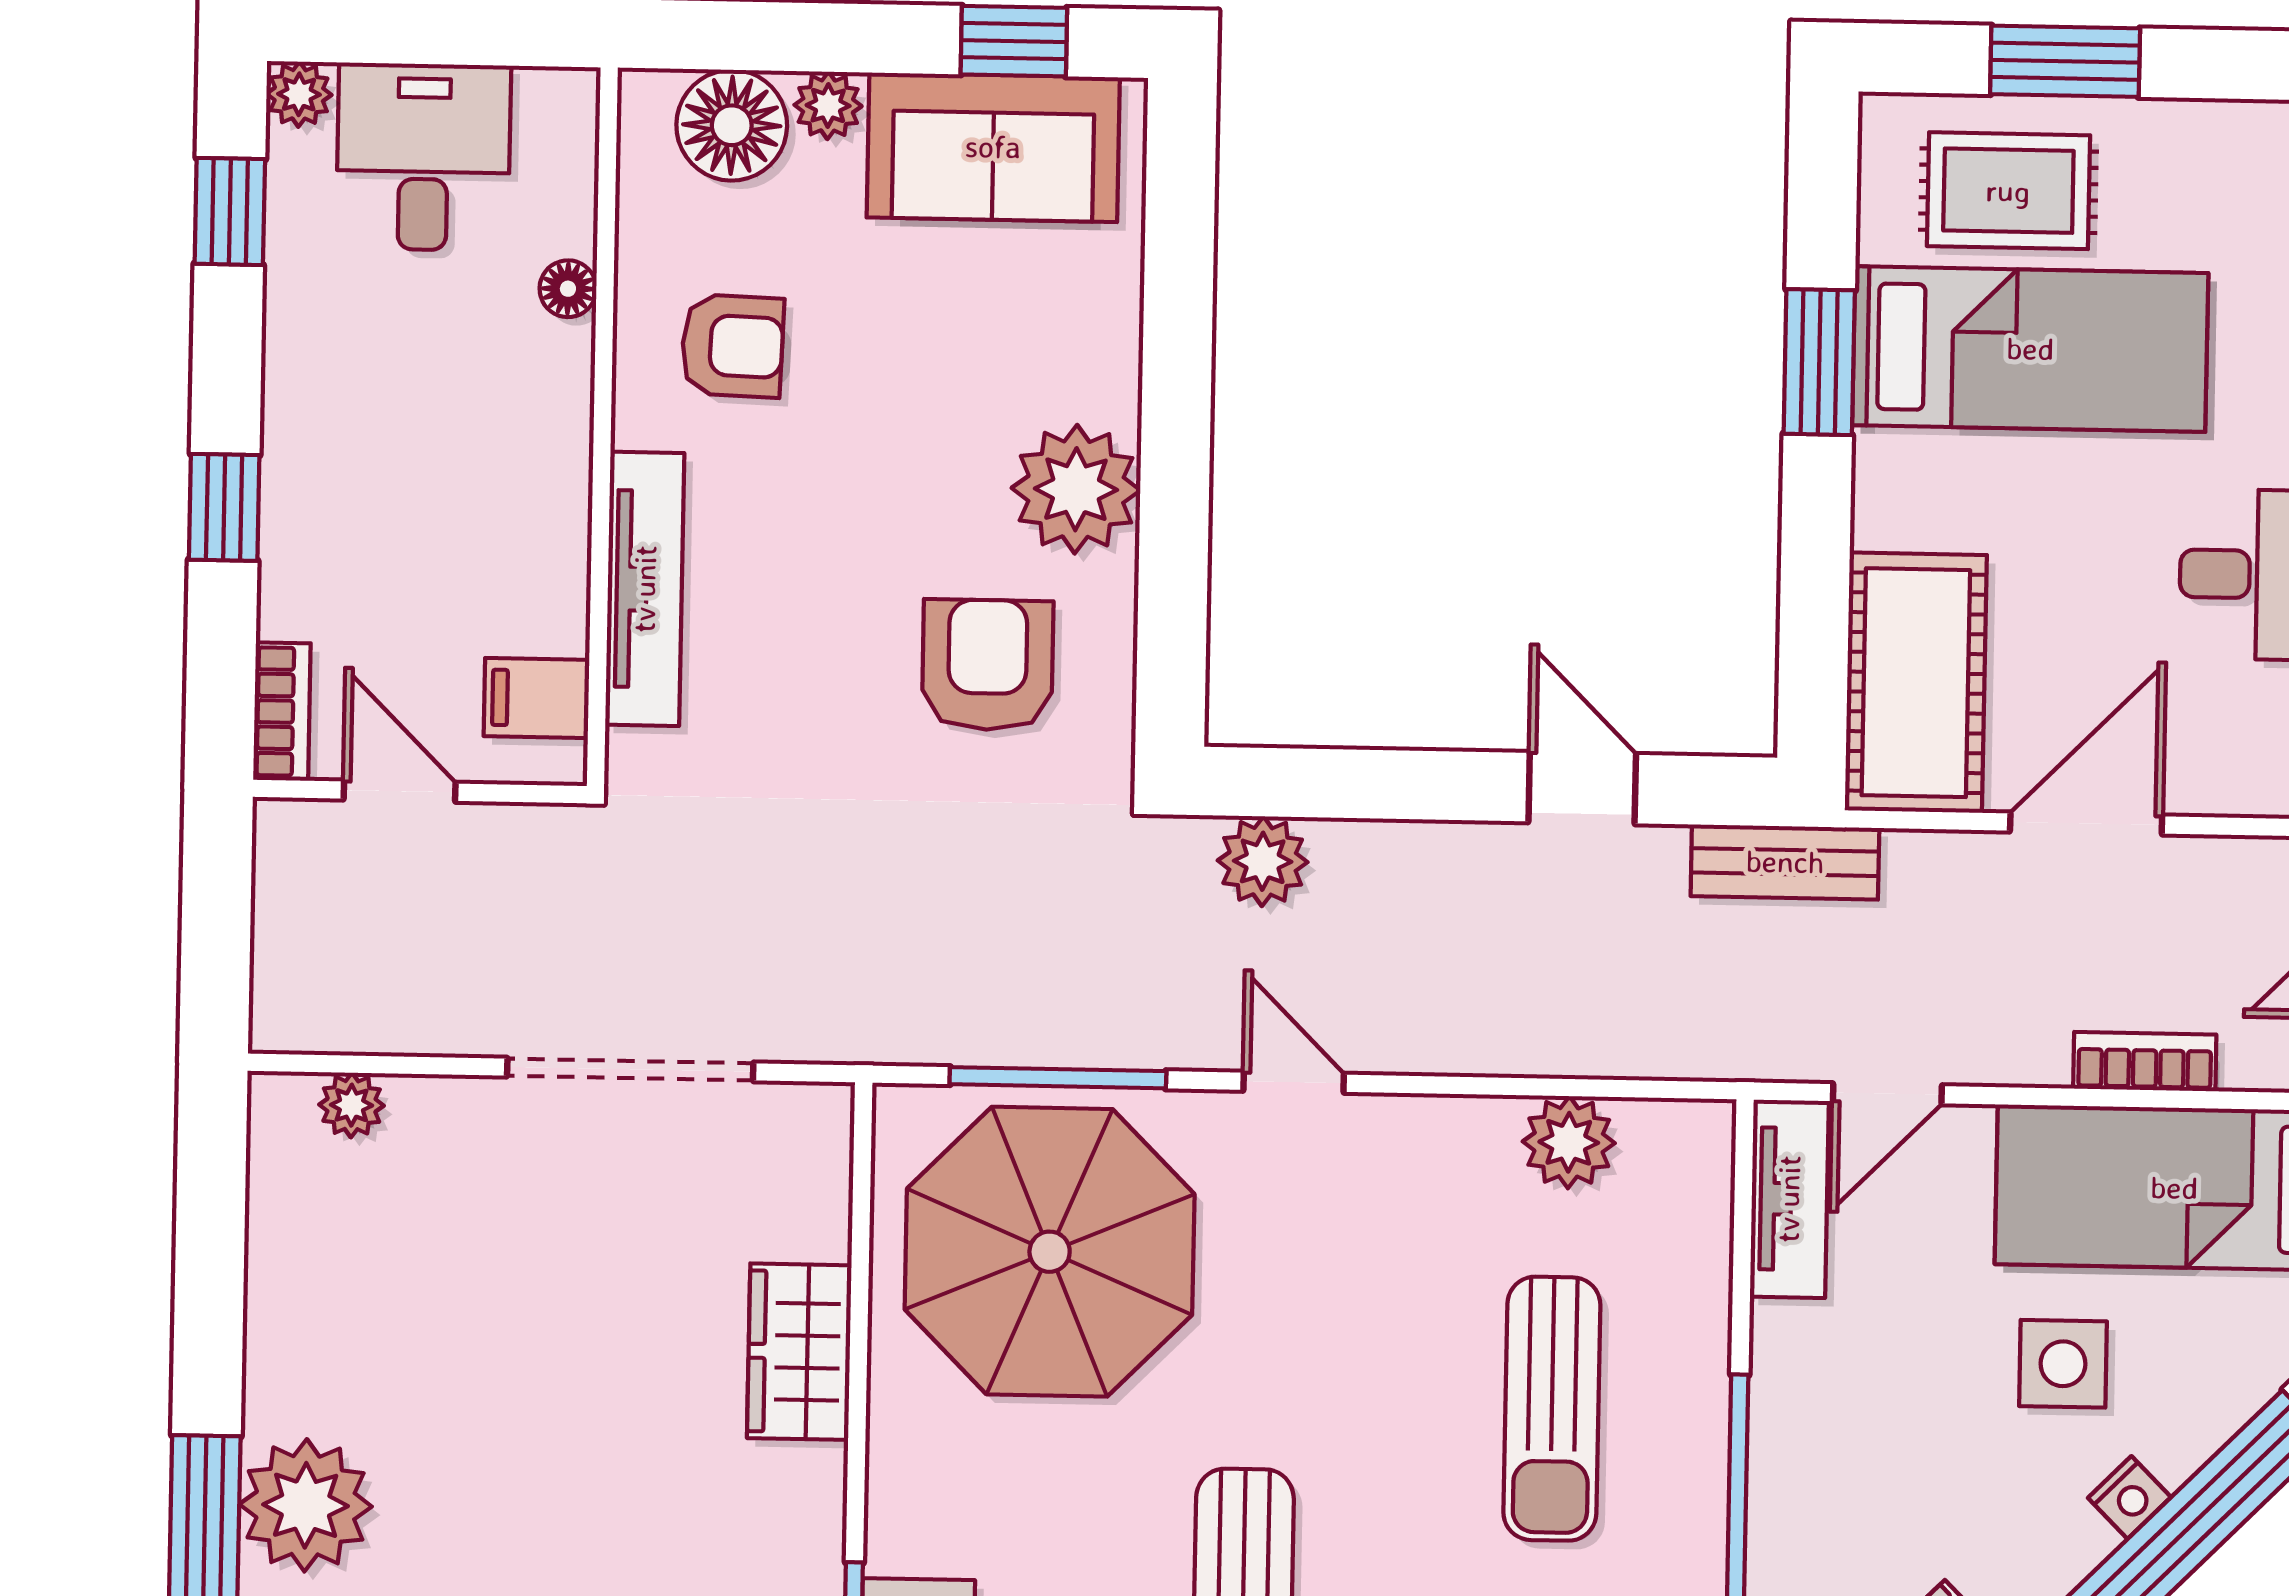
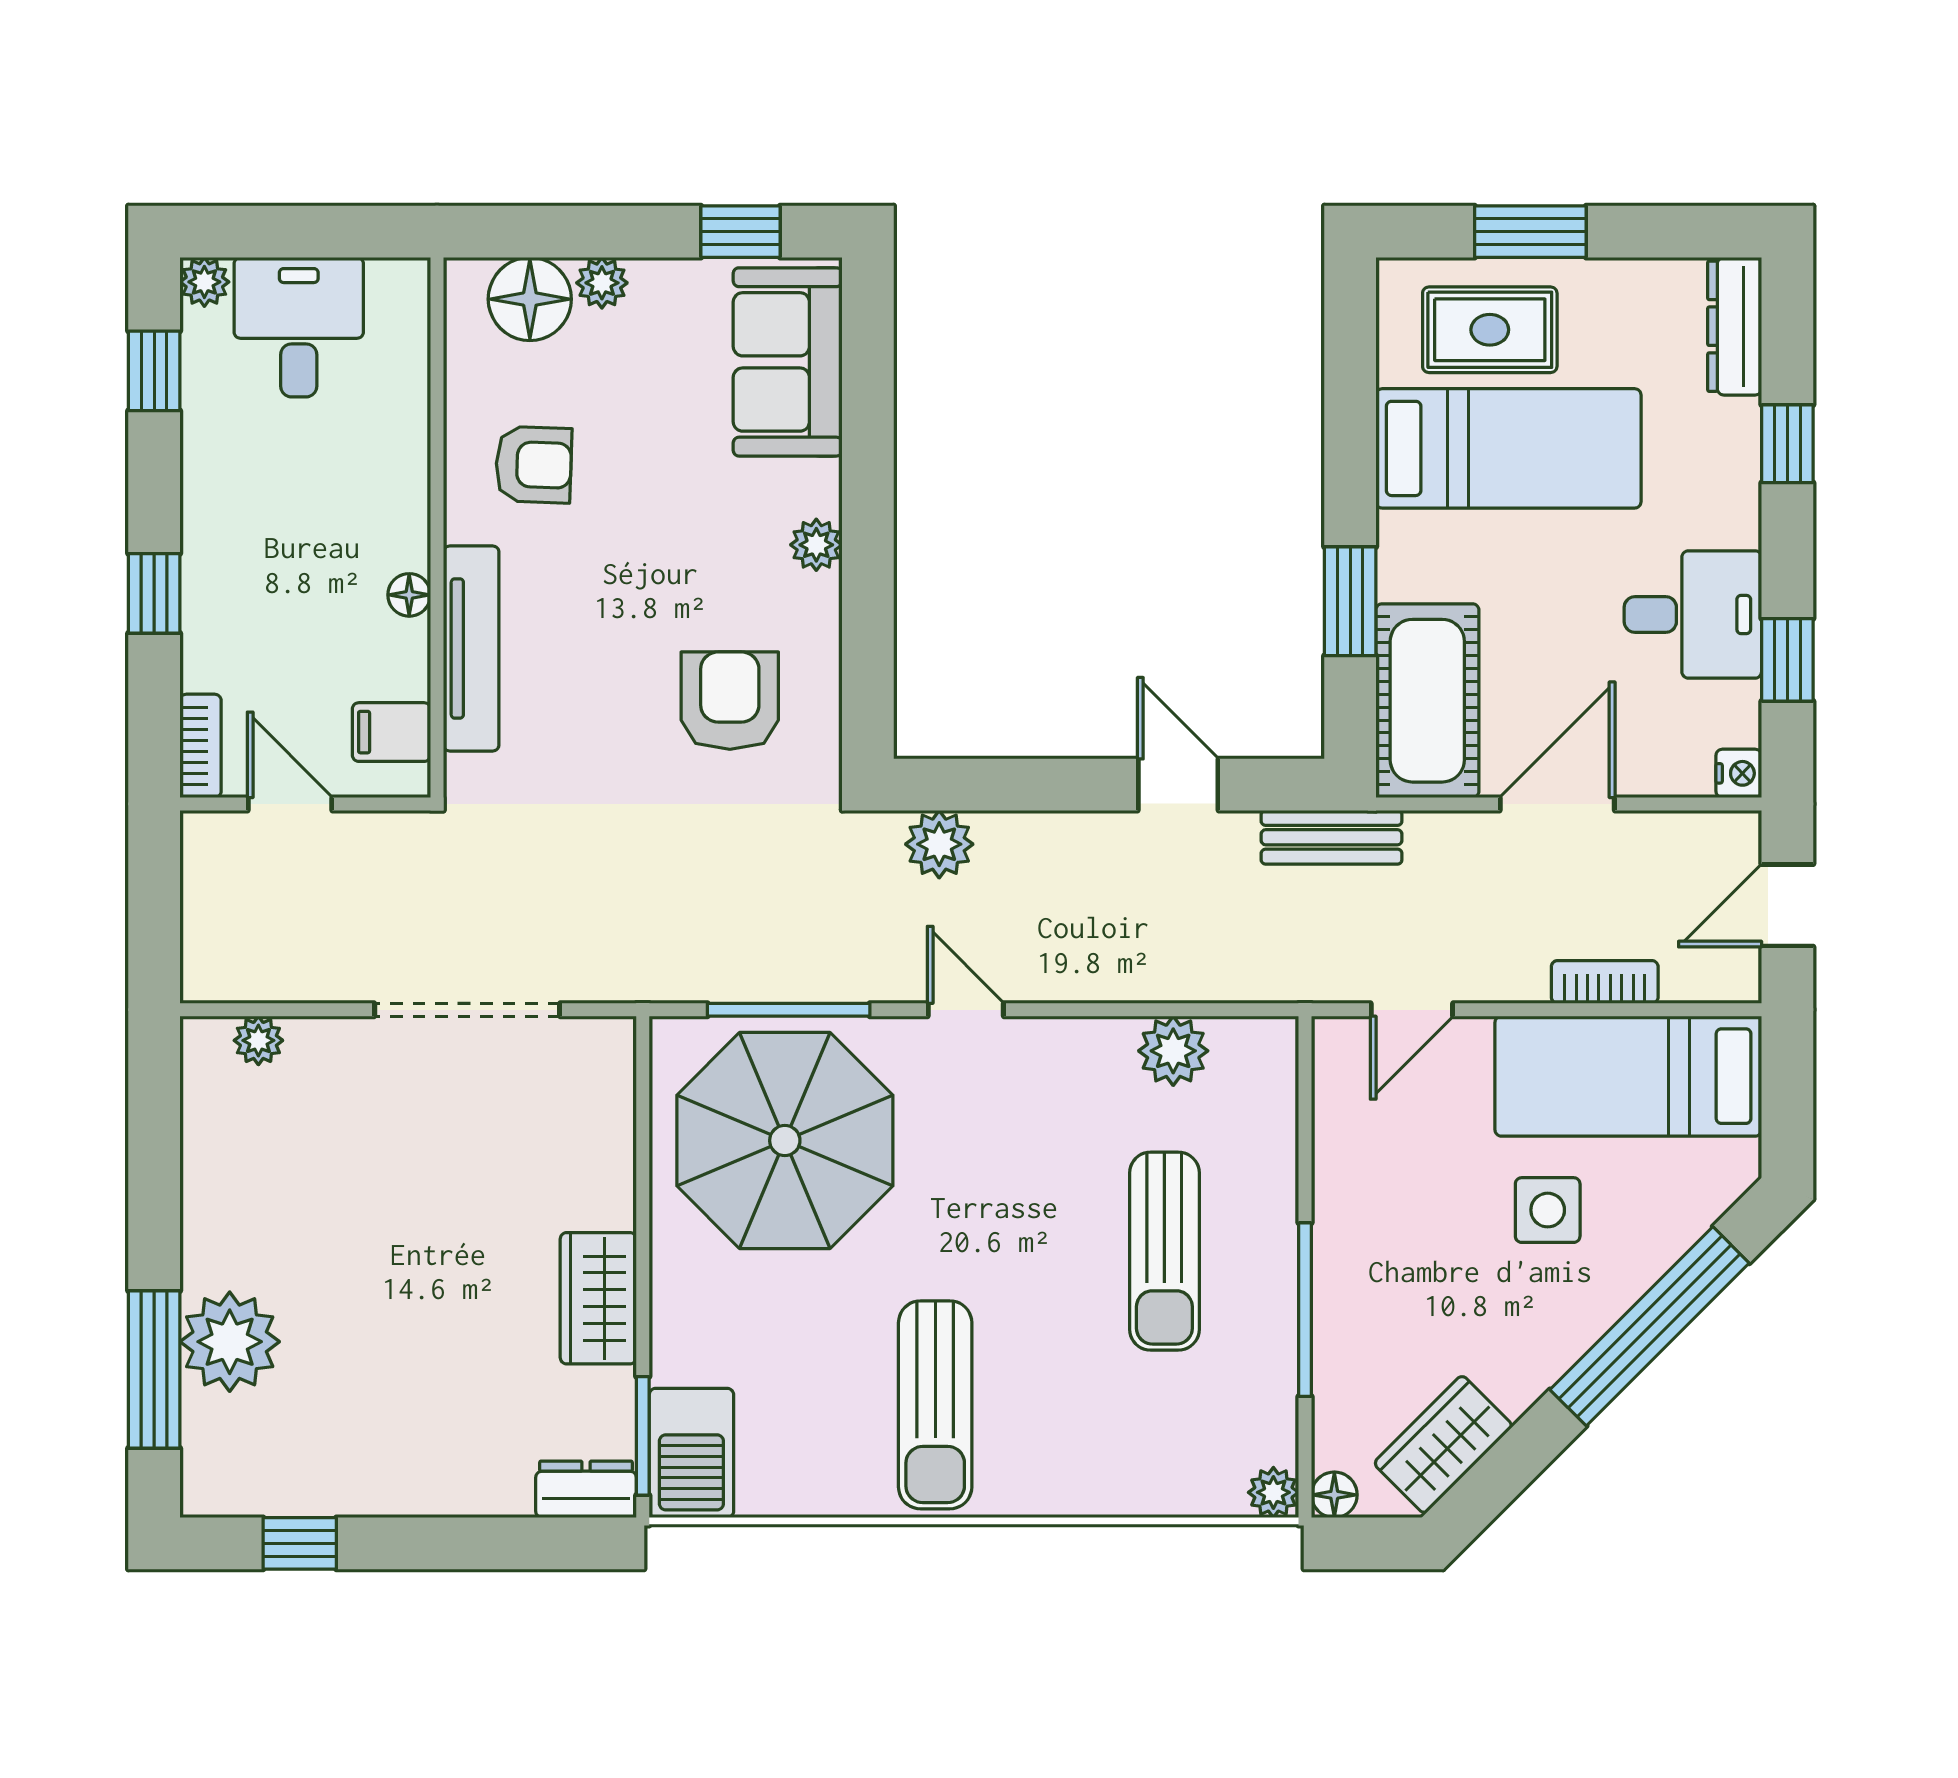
sofa: (993, 147) -> (788, 362), moved, turned 90
floor lamp: (568, 289) -> (409, 595), moved
window: (1819, 362) -> (1350, 601), moved
plant: (1076, 489) -> (816, 545), width x0.53, depth x0.53
tv unit: (1789, 1199) -> (1340, 1090), removed
wardrobe: (799, 1352) -> (598, 1298), moved
nightstand: (2129, 1498) -> (1600, 1310), removed

